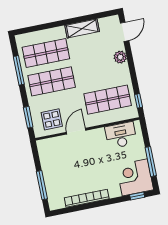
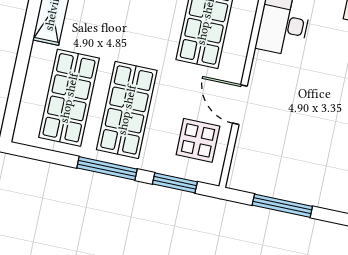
window: (19, 70) -> (107, 168), moved
window: (42, 185) -> (282, 206), moved

